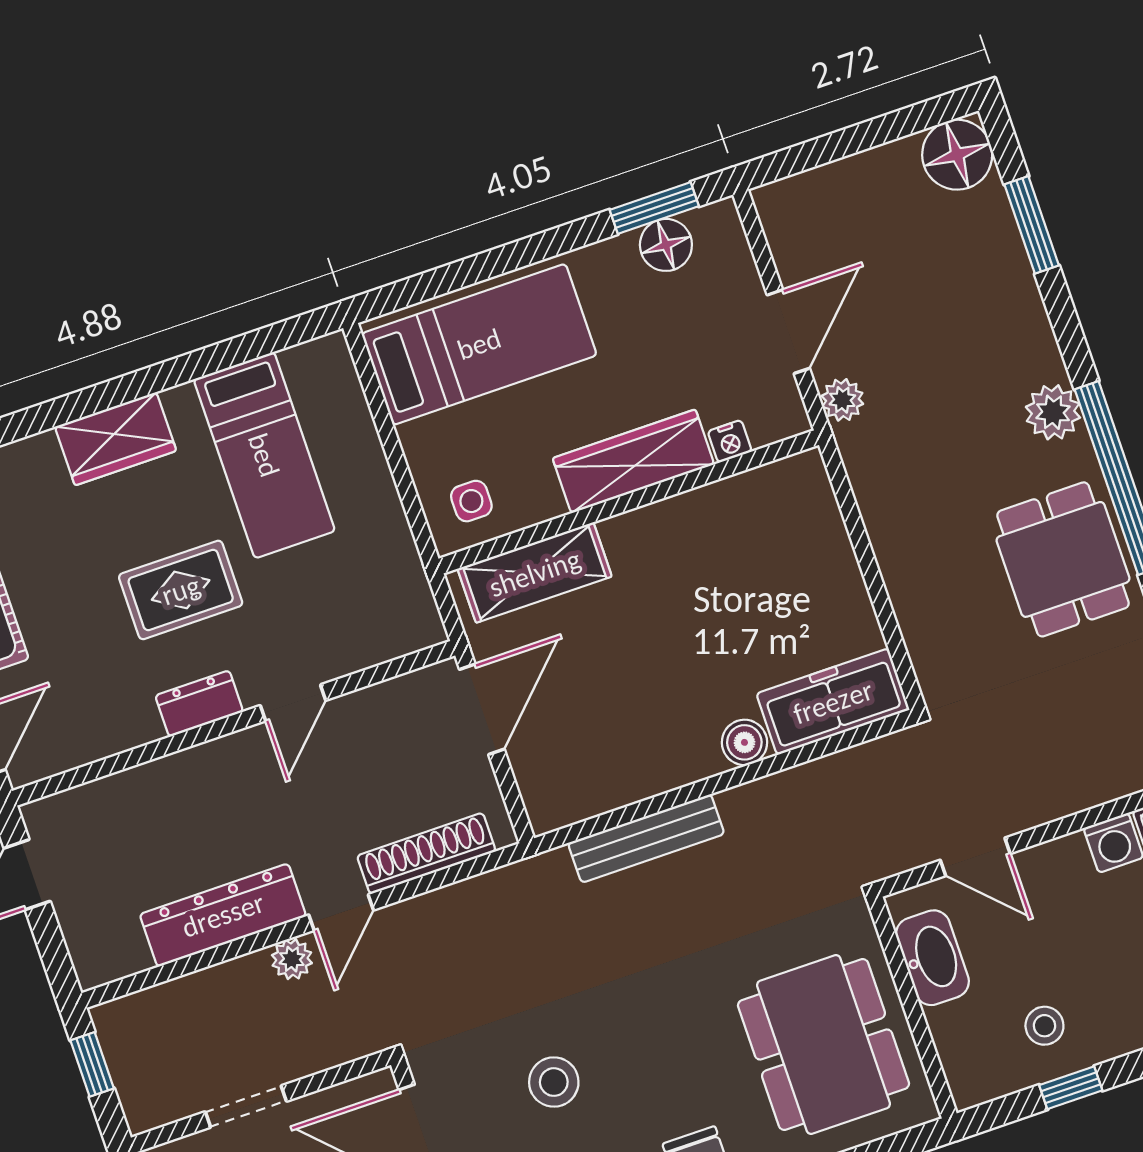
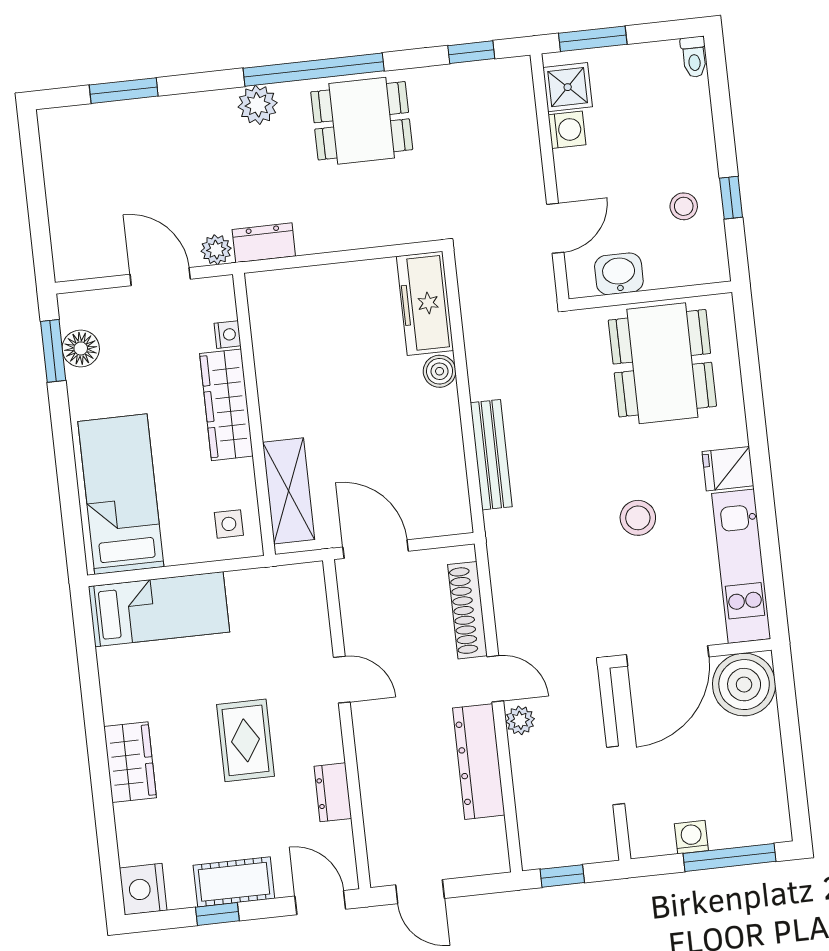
floor lamp: (957, 155) -> (63, 131), removed
bed: (264, 455) -> (159, 609), moved
dresser: (866, 463) -> (264, 243), added
dresser: (199, 704) -> (333, 792), moved
washbasin: (932, 958) -> (619, 274), width x0.72
dining table: (824, 1044) -> (662, 363), turned 90
stool: (554, 1082) -> (638, 518), moved

